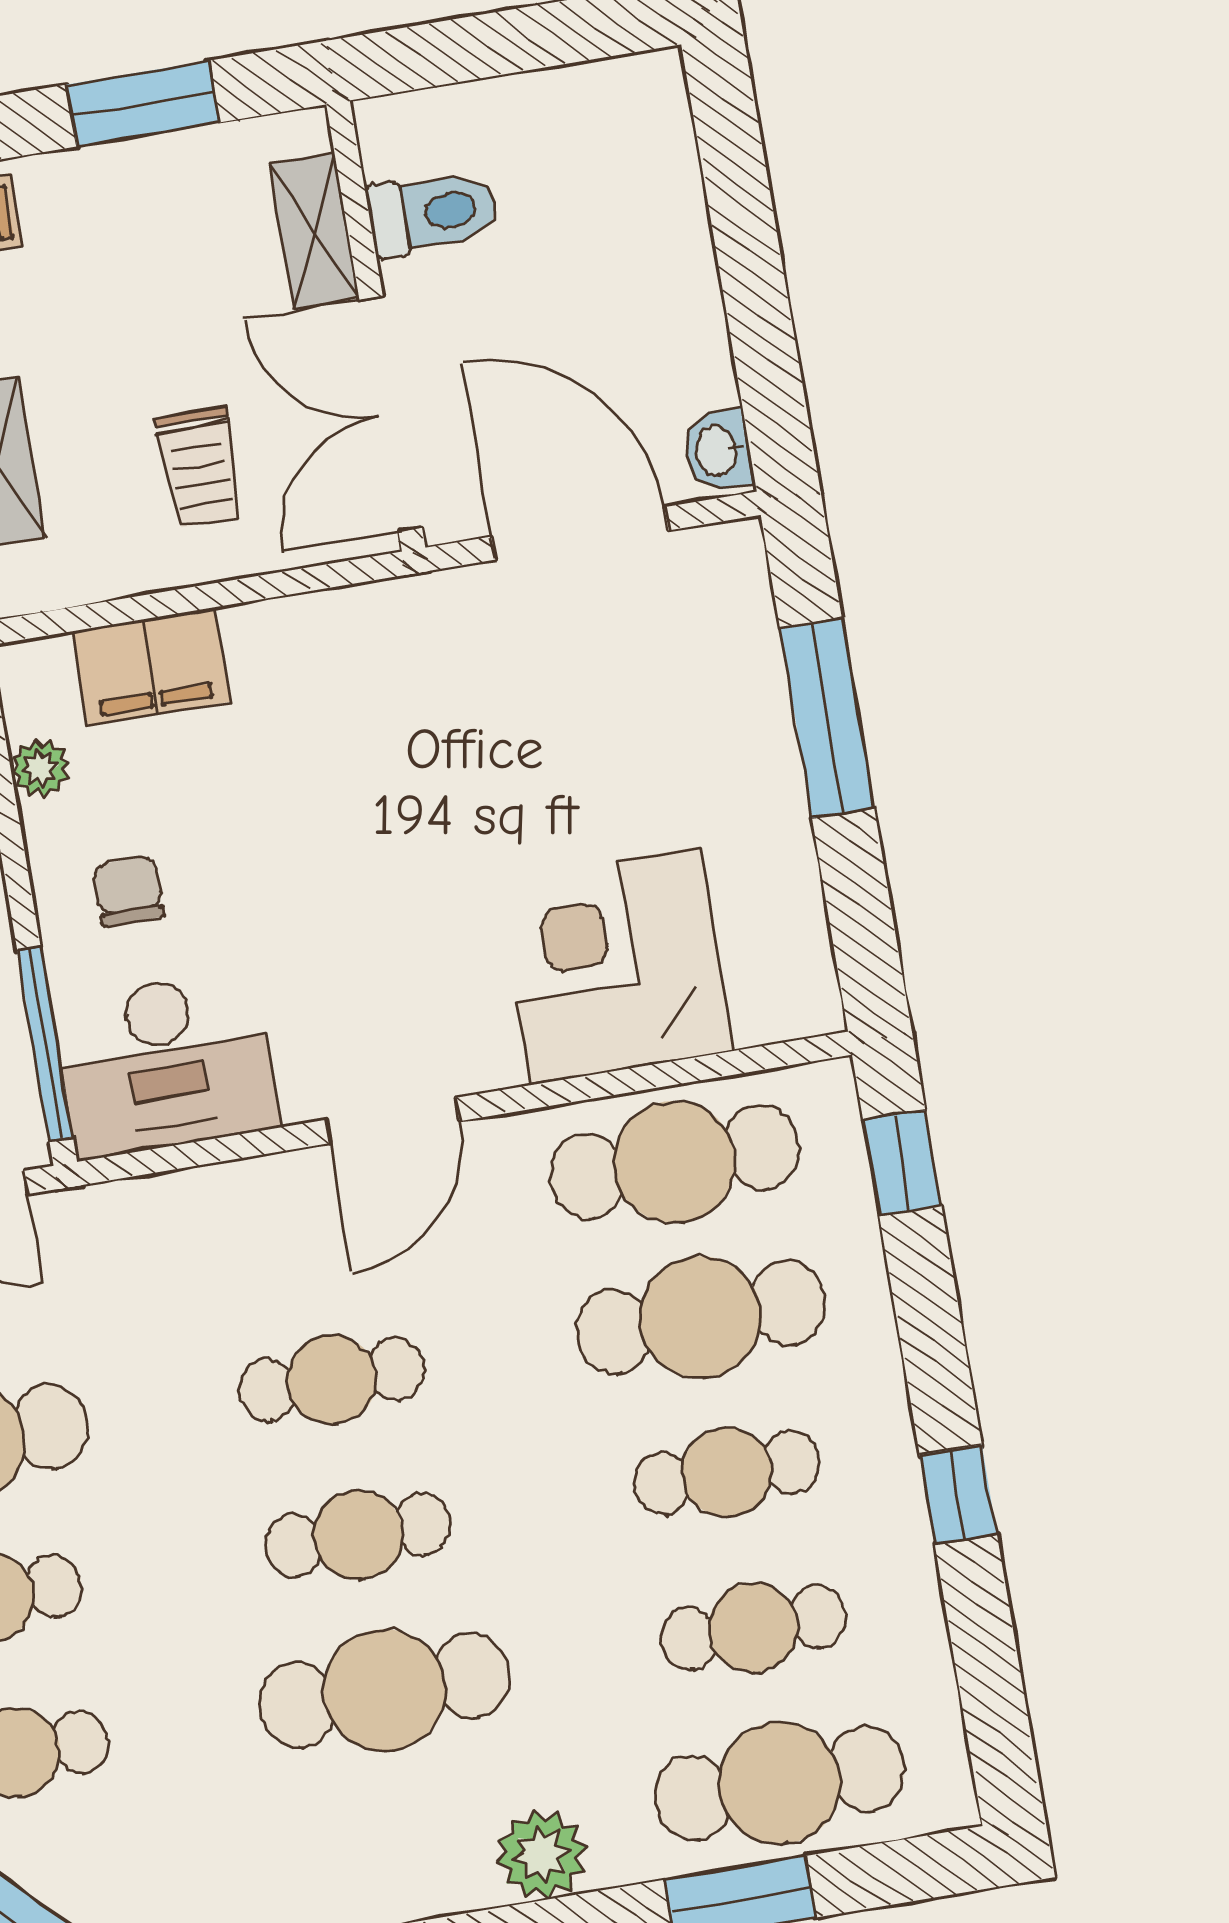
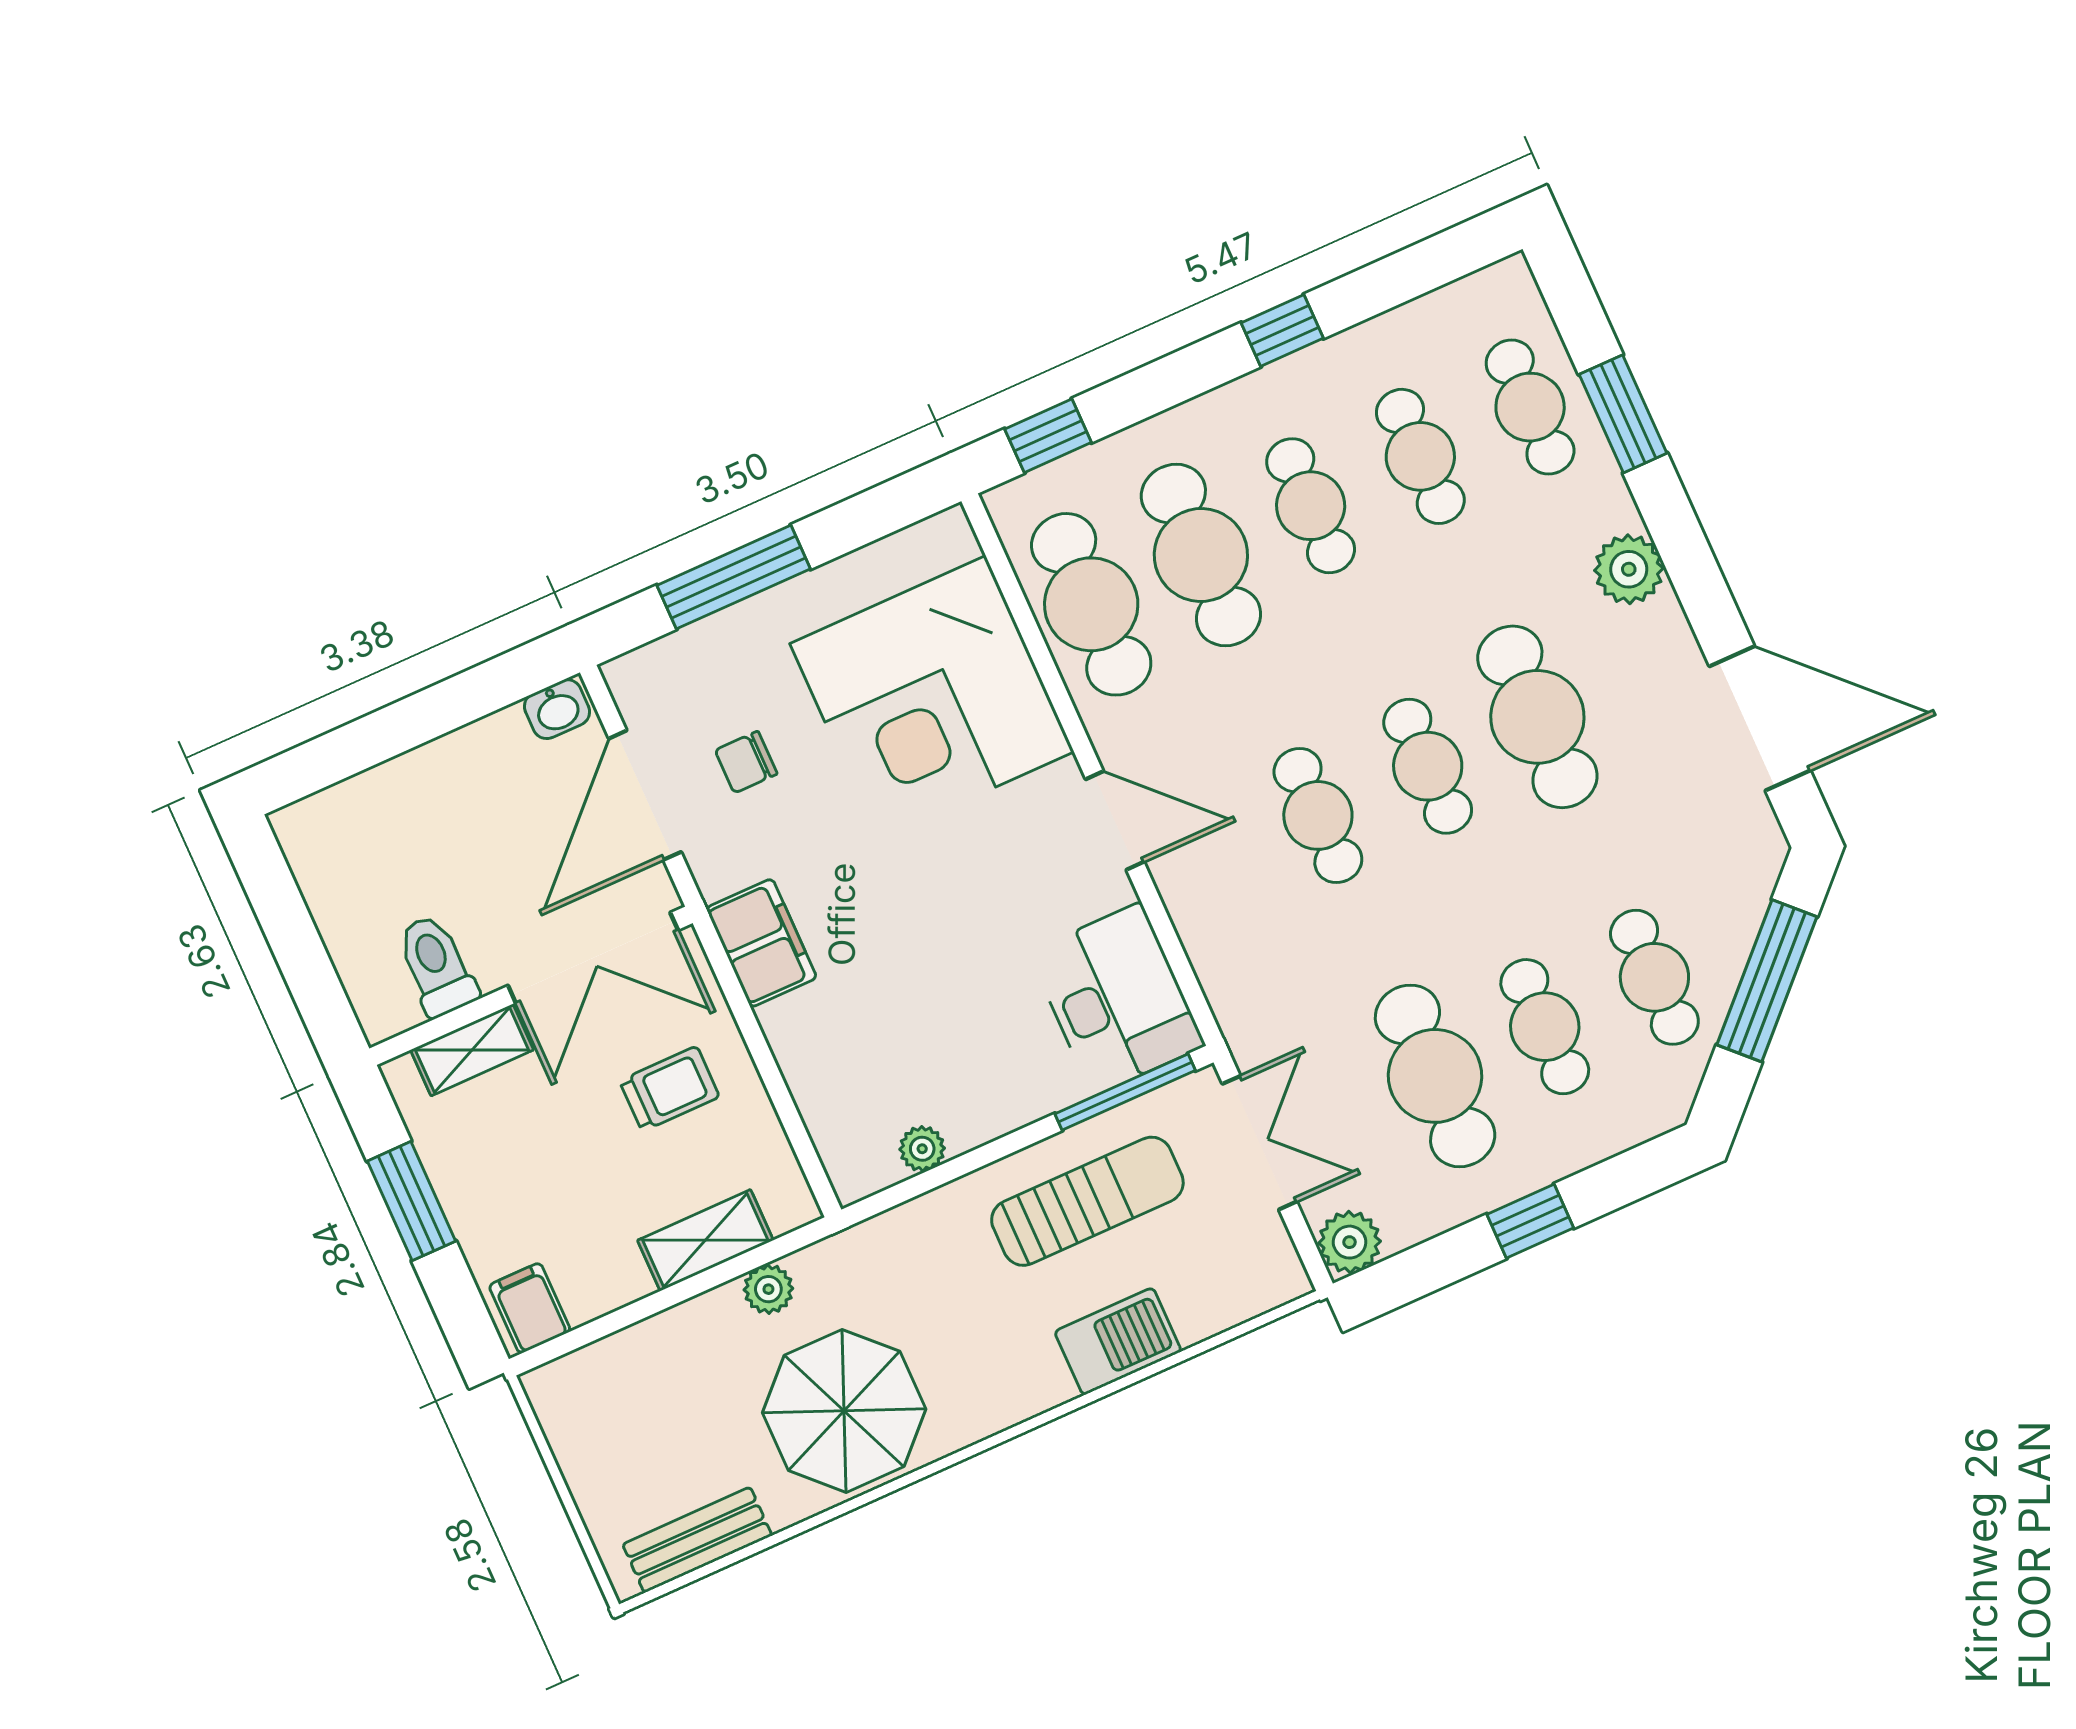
filing cabinet: (151, 667) -> (761, 943), moved
chair: (128, 891) -> (746, 762), moved
corner desk: (615, 966) -> (932, 698), width x1.36, depth x1.36
cafe table: (779, 1783) -> (1530, 407), width x0.73, depth x0.74

